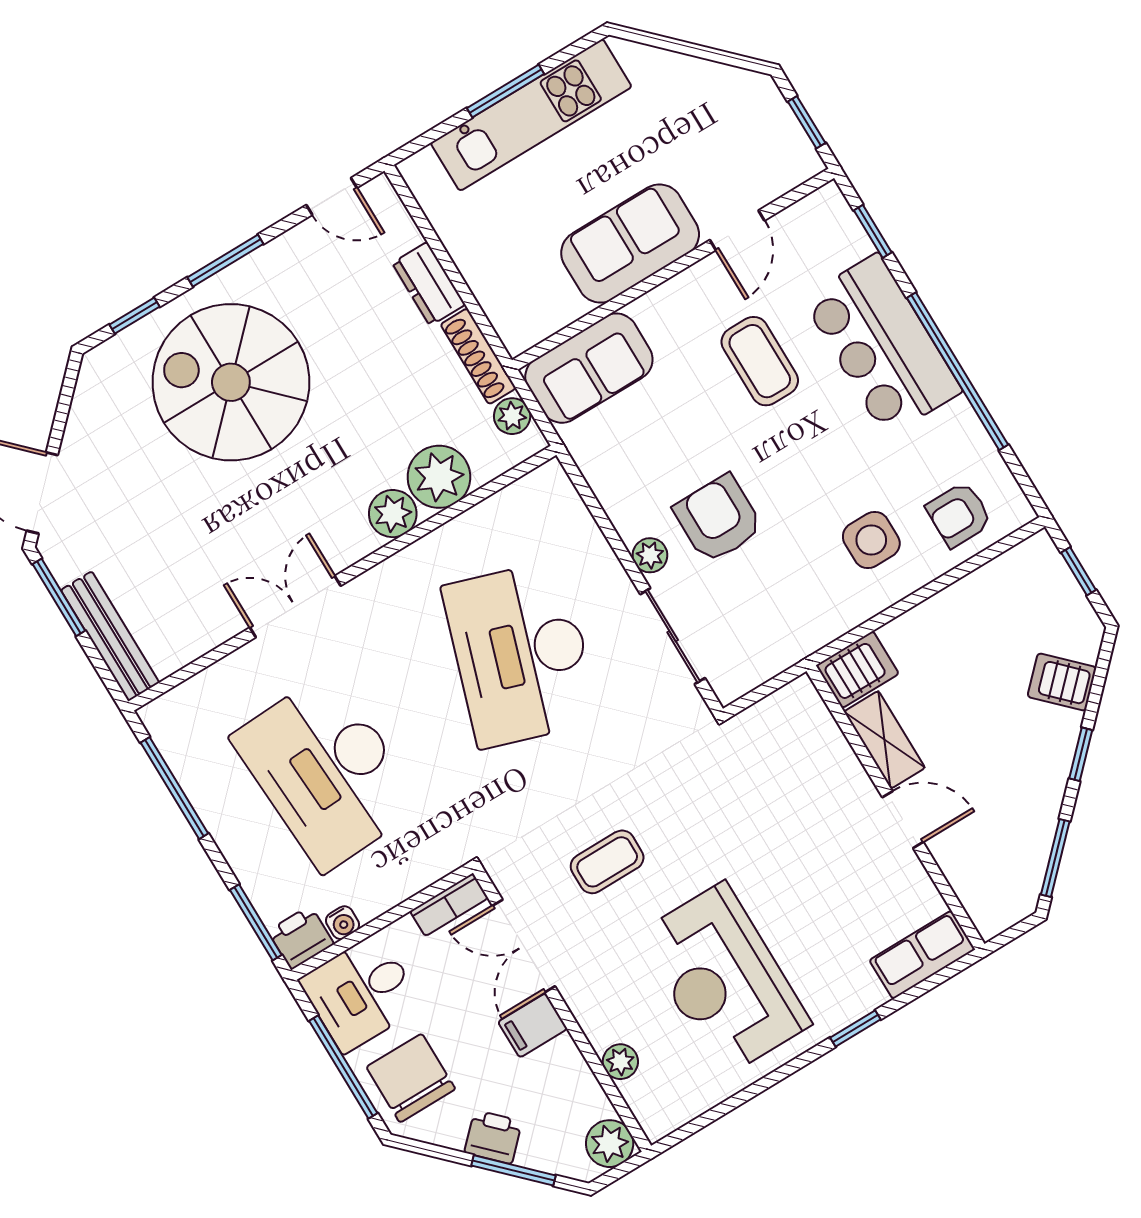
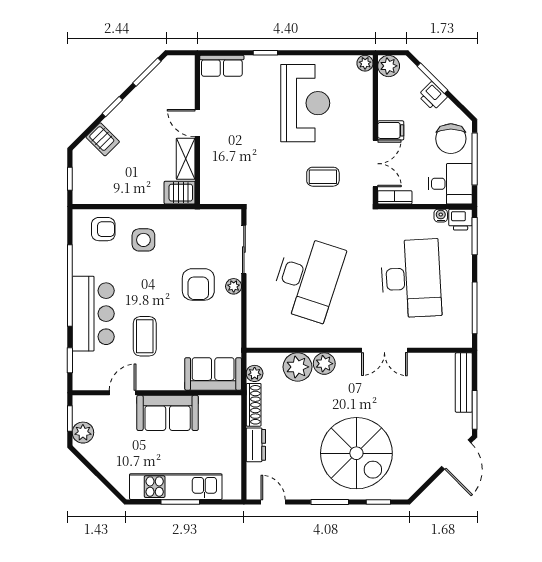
plant: (766, 111) -> (83, 433), added
plant: (620, 1062) -> (365, 63), moved

